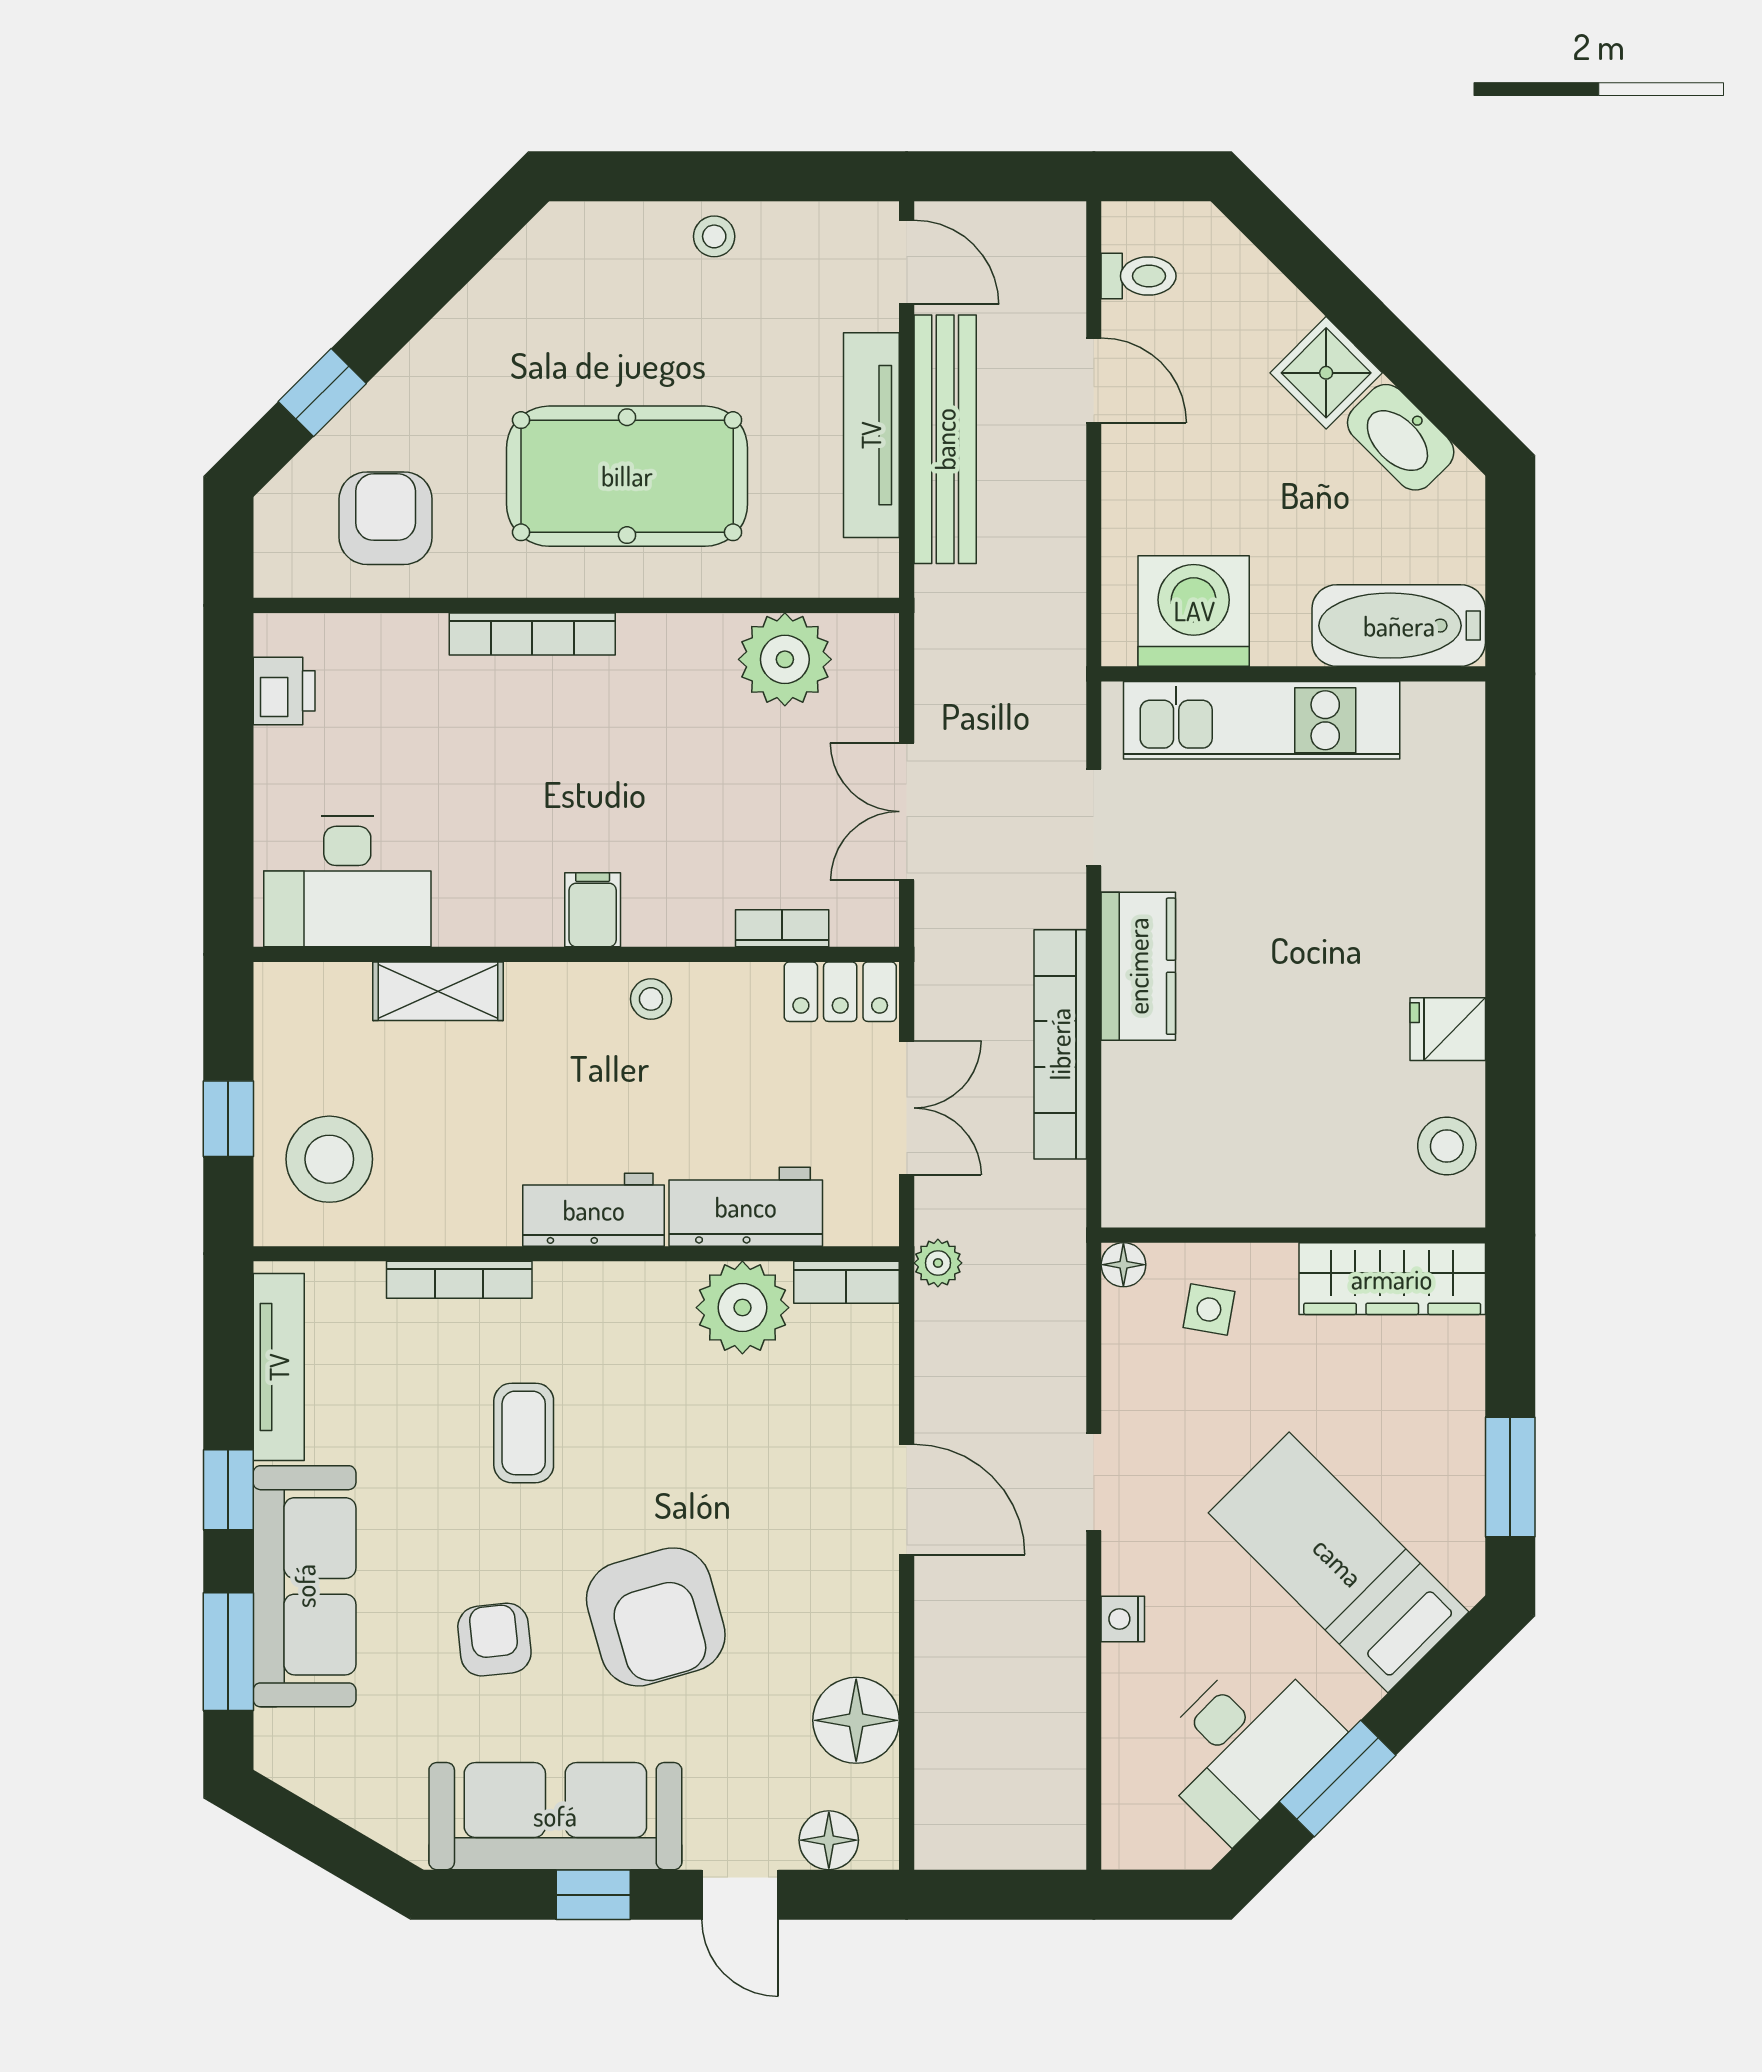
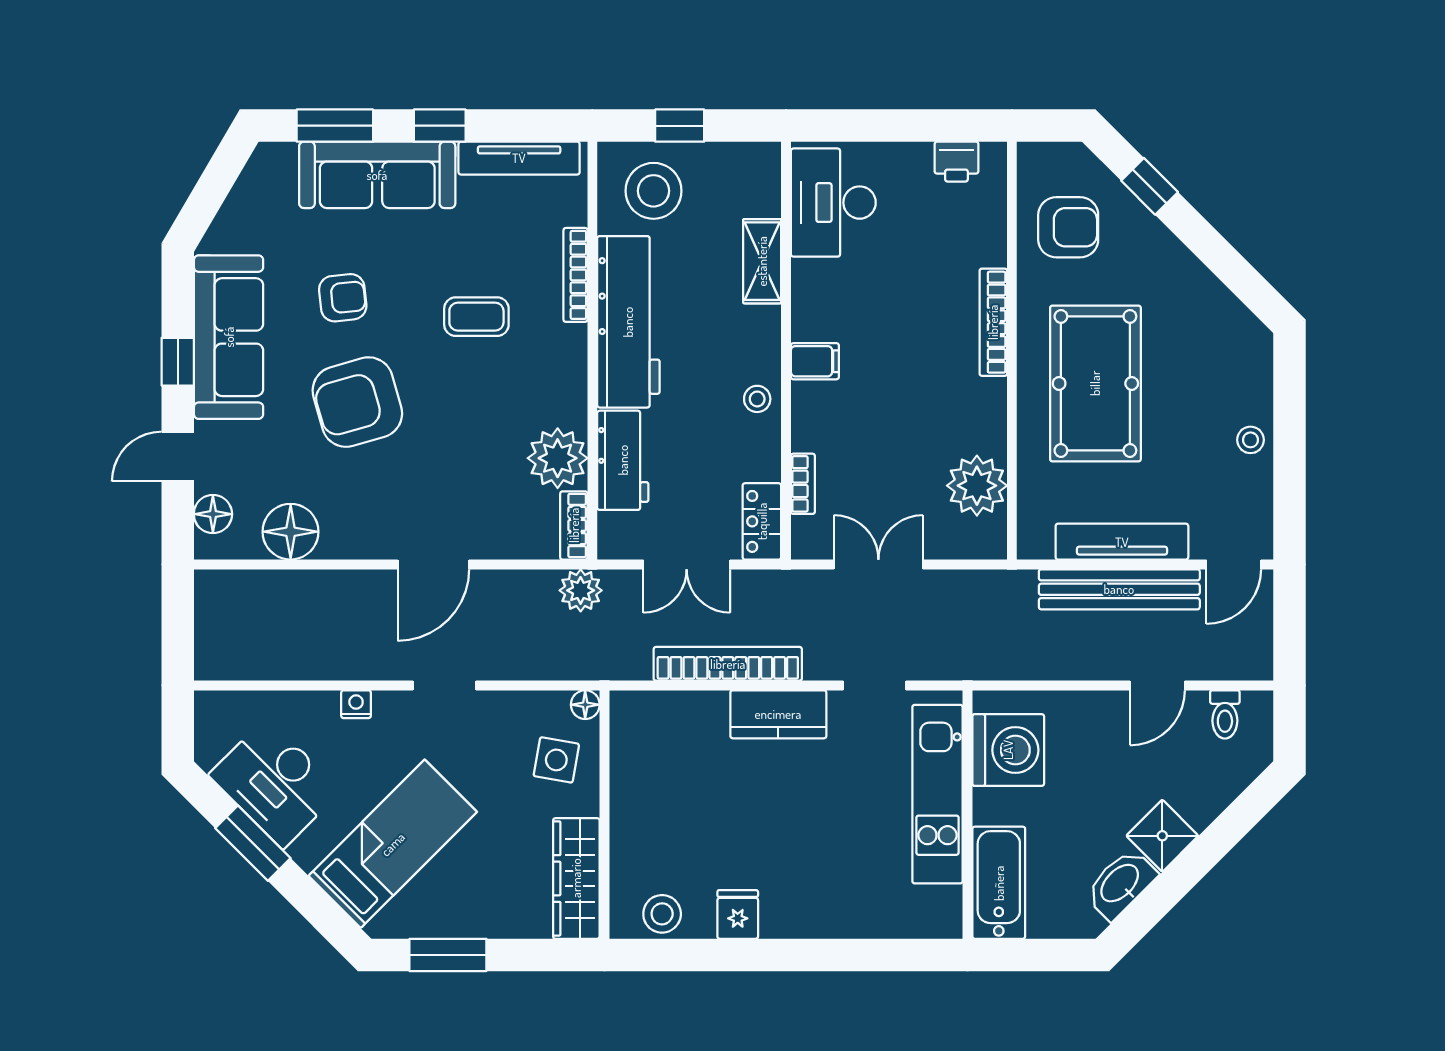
workbench: (594, 1210) -> (628, 322), width x1.88, depth x1.32
plant: (938, 1263) -> (581, 590), width x1.38, depth x1.38
side table: (1209, 1309) -> (556, 760), width x1.37, depth x1.37

